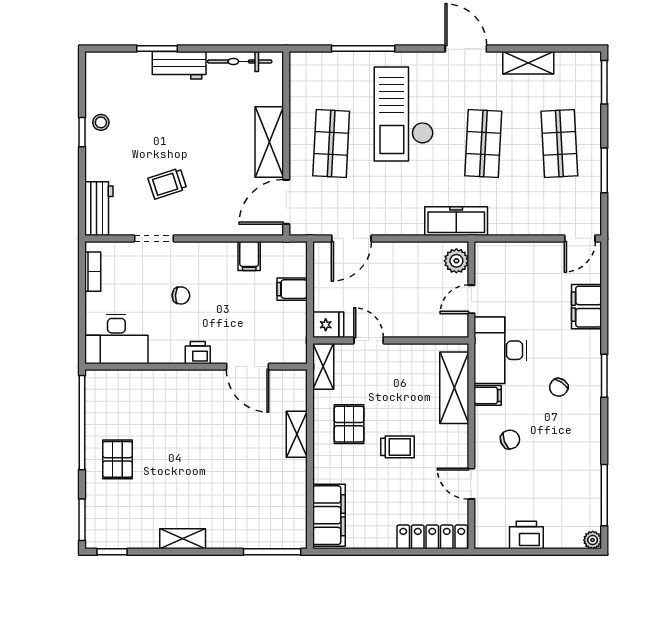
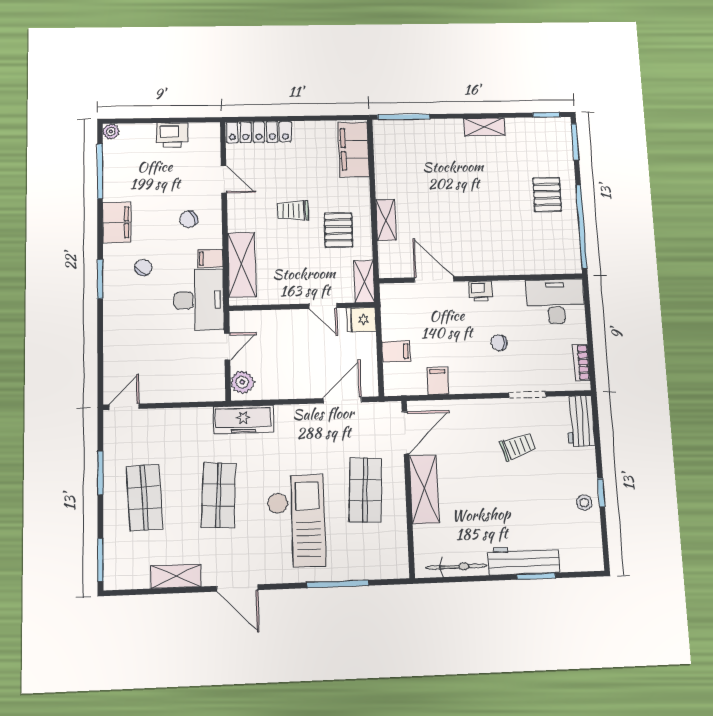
workbench: (179, 65) -> (524, 560), width x1.38
filing cabinet: (587, 307) -> (117, 222), moved

